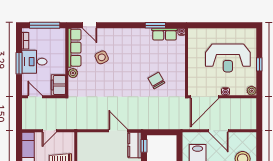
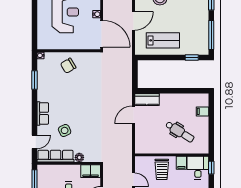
row of seats: (165, 34) -> (43, 113), moved
chair: (156, 81) -> (68, 66), moved
window: (144, 146) -> (148, 91), removed

